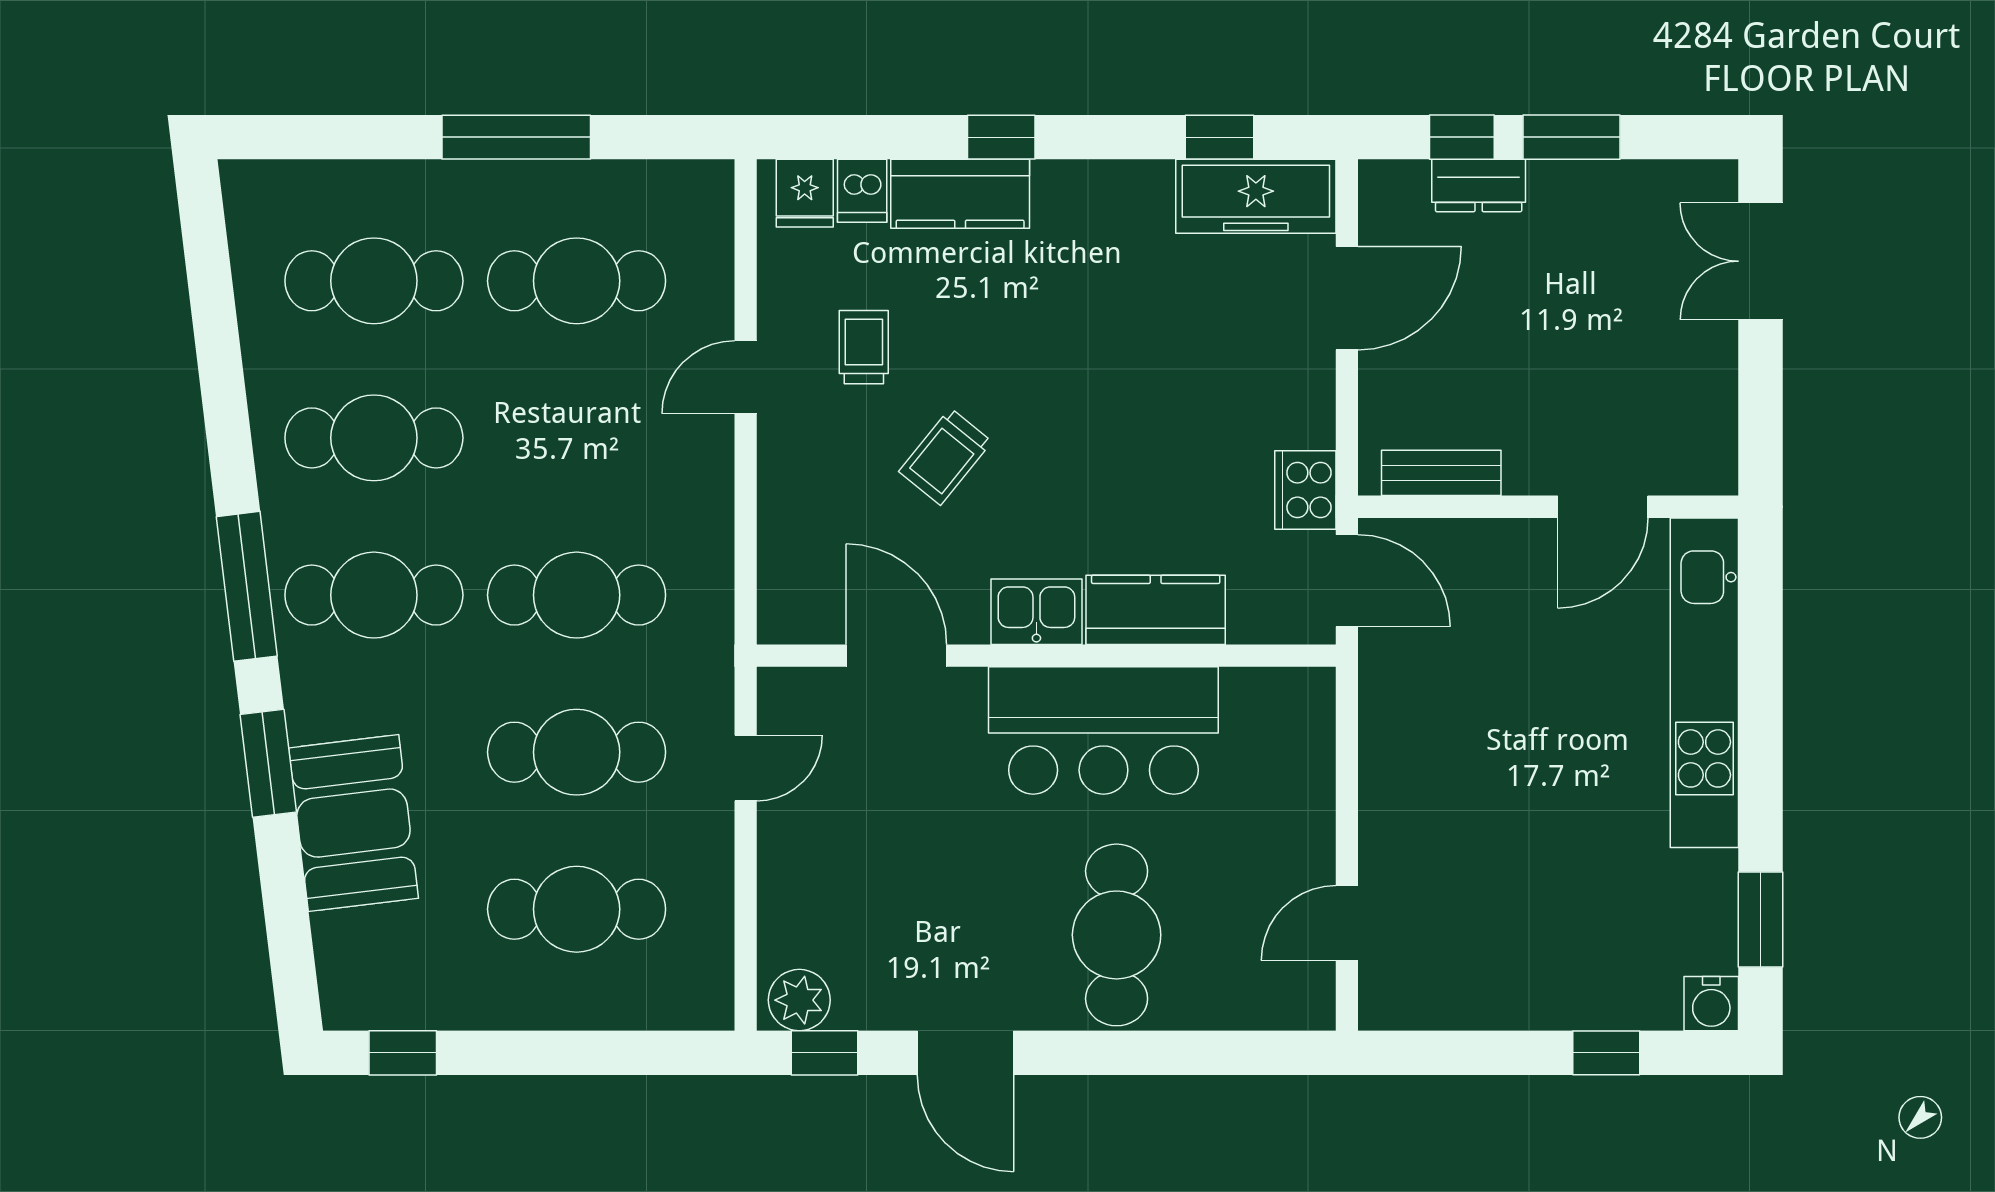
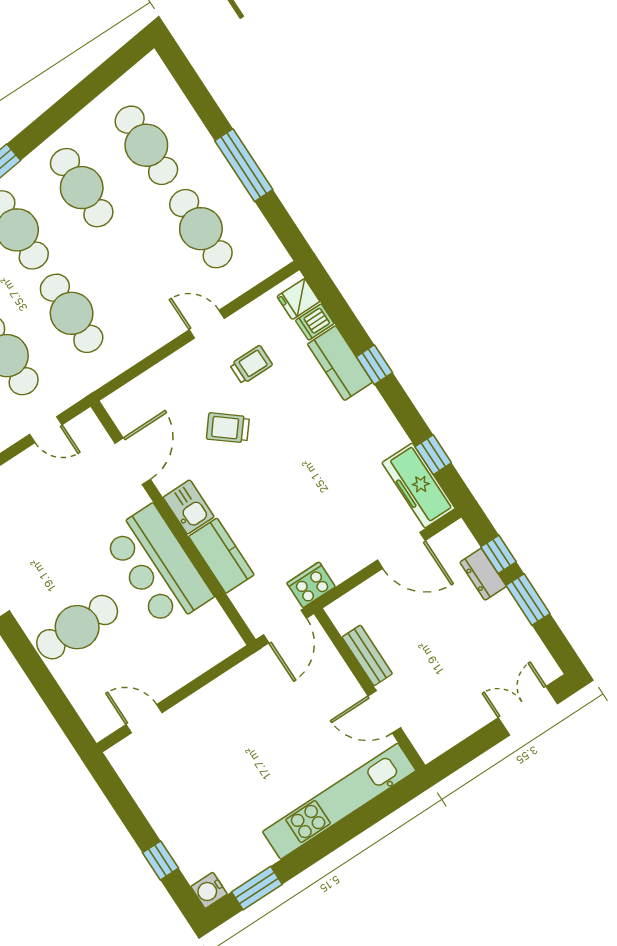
bench: (1441, 473) -> (367, 655), moved

